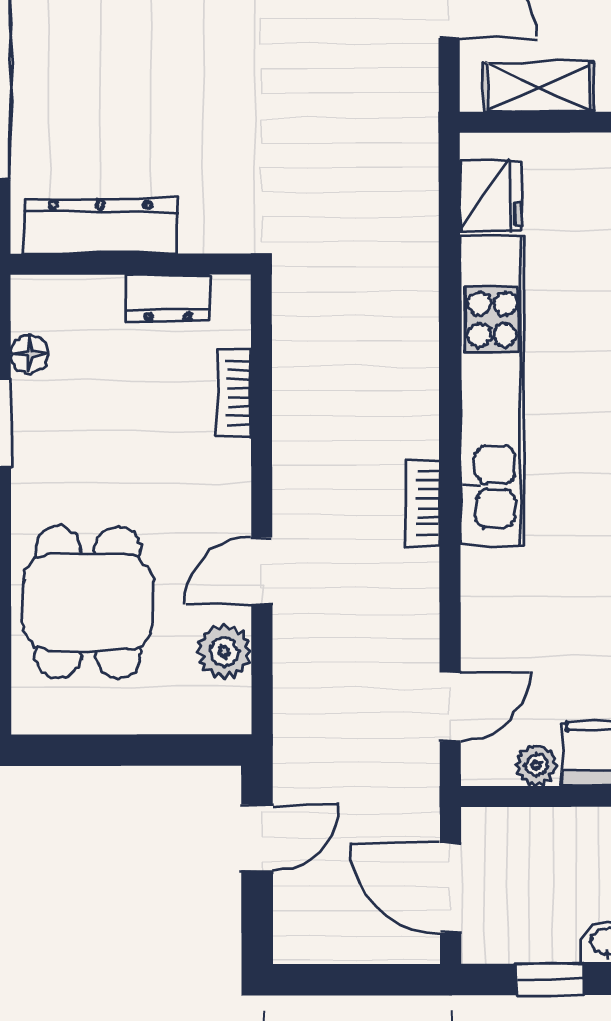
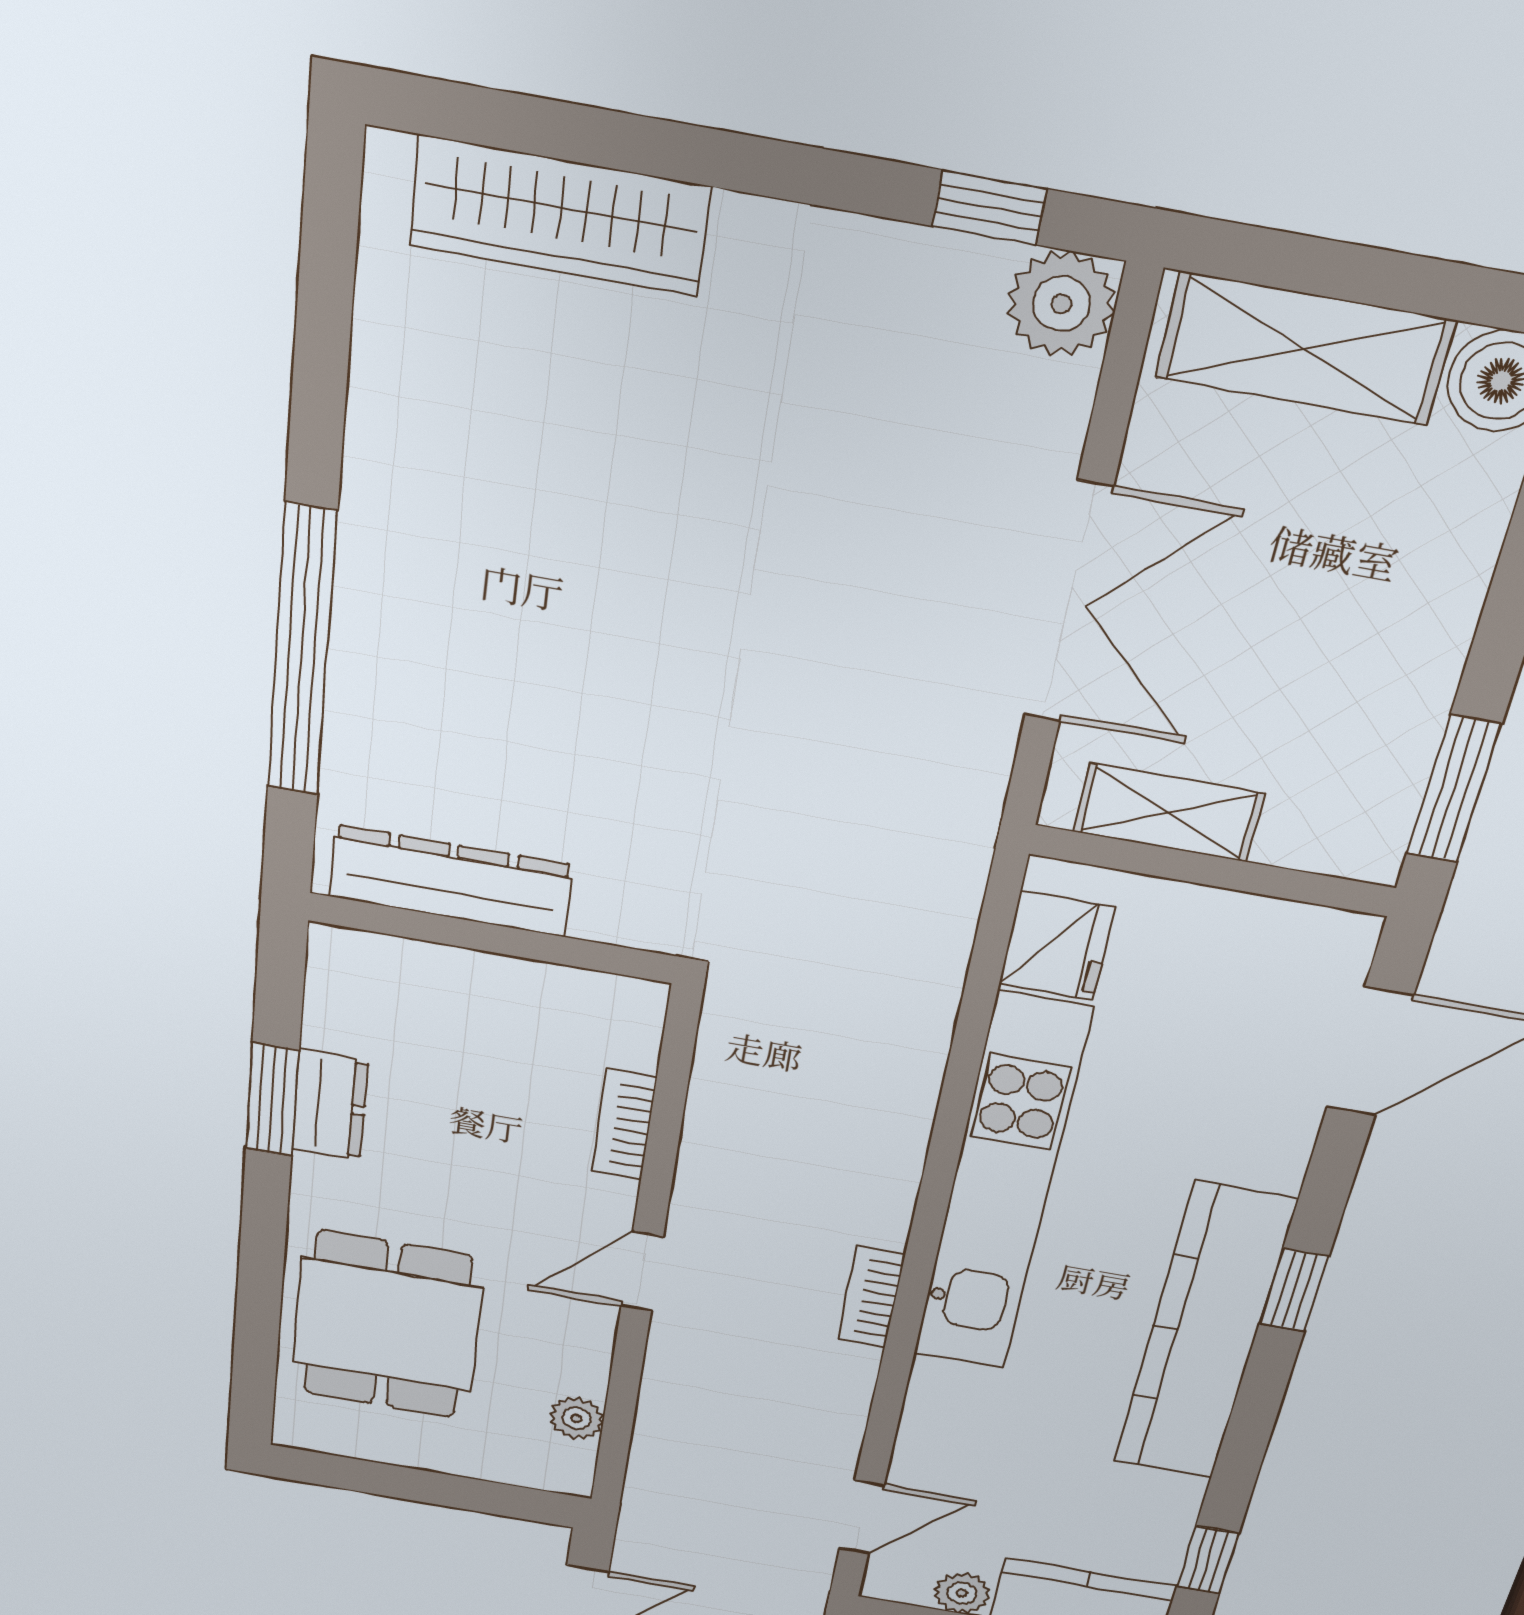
dresser: (168, 298) -> (330, 1105), moved, turned -90
floor lamp: (29, 354) -> (329, 1025), removed
door: (262, 571) -> (642, 1272), moved
plant: (224, 652) -> (577, 1418), width x0.73, depth x0.73

